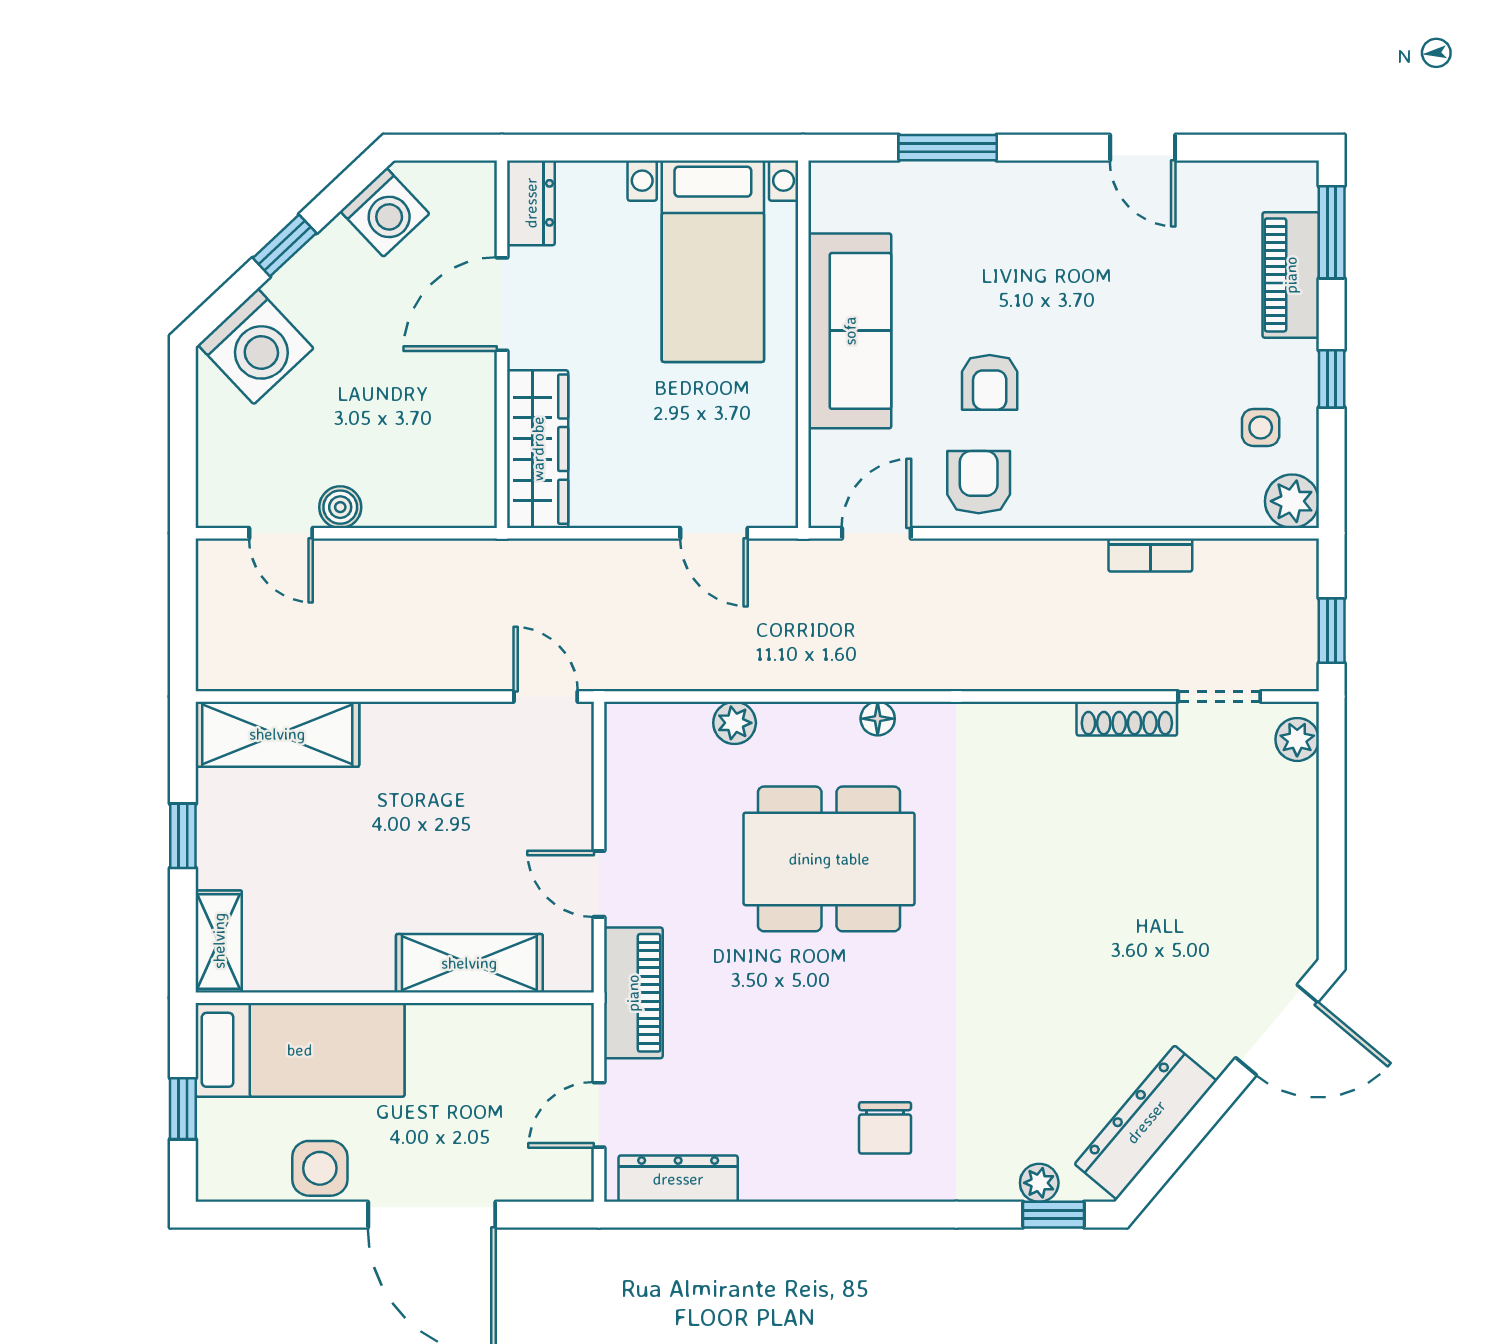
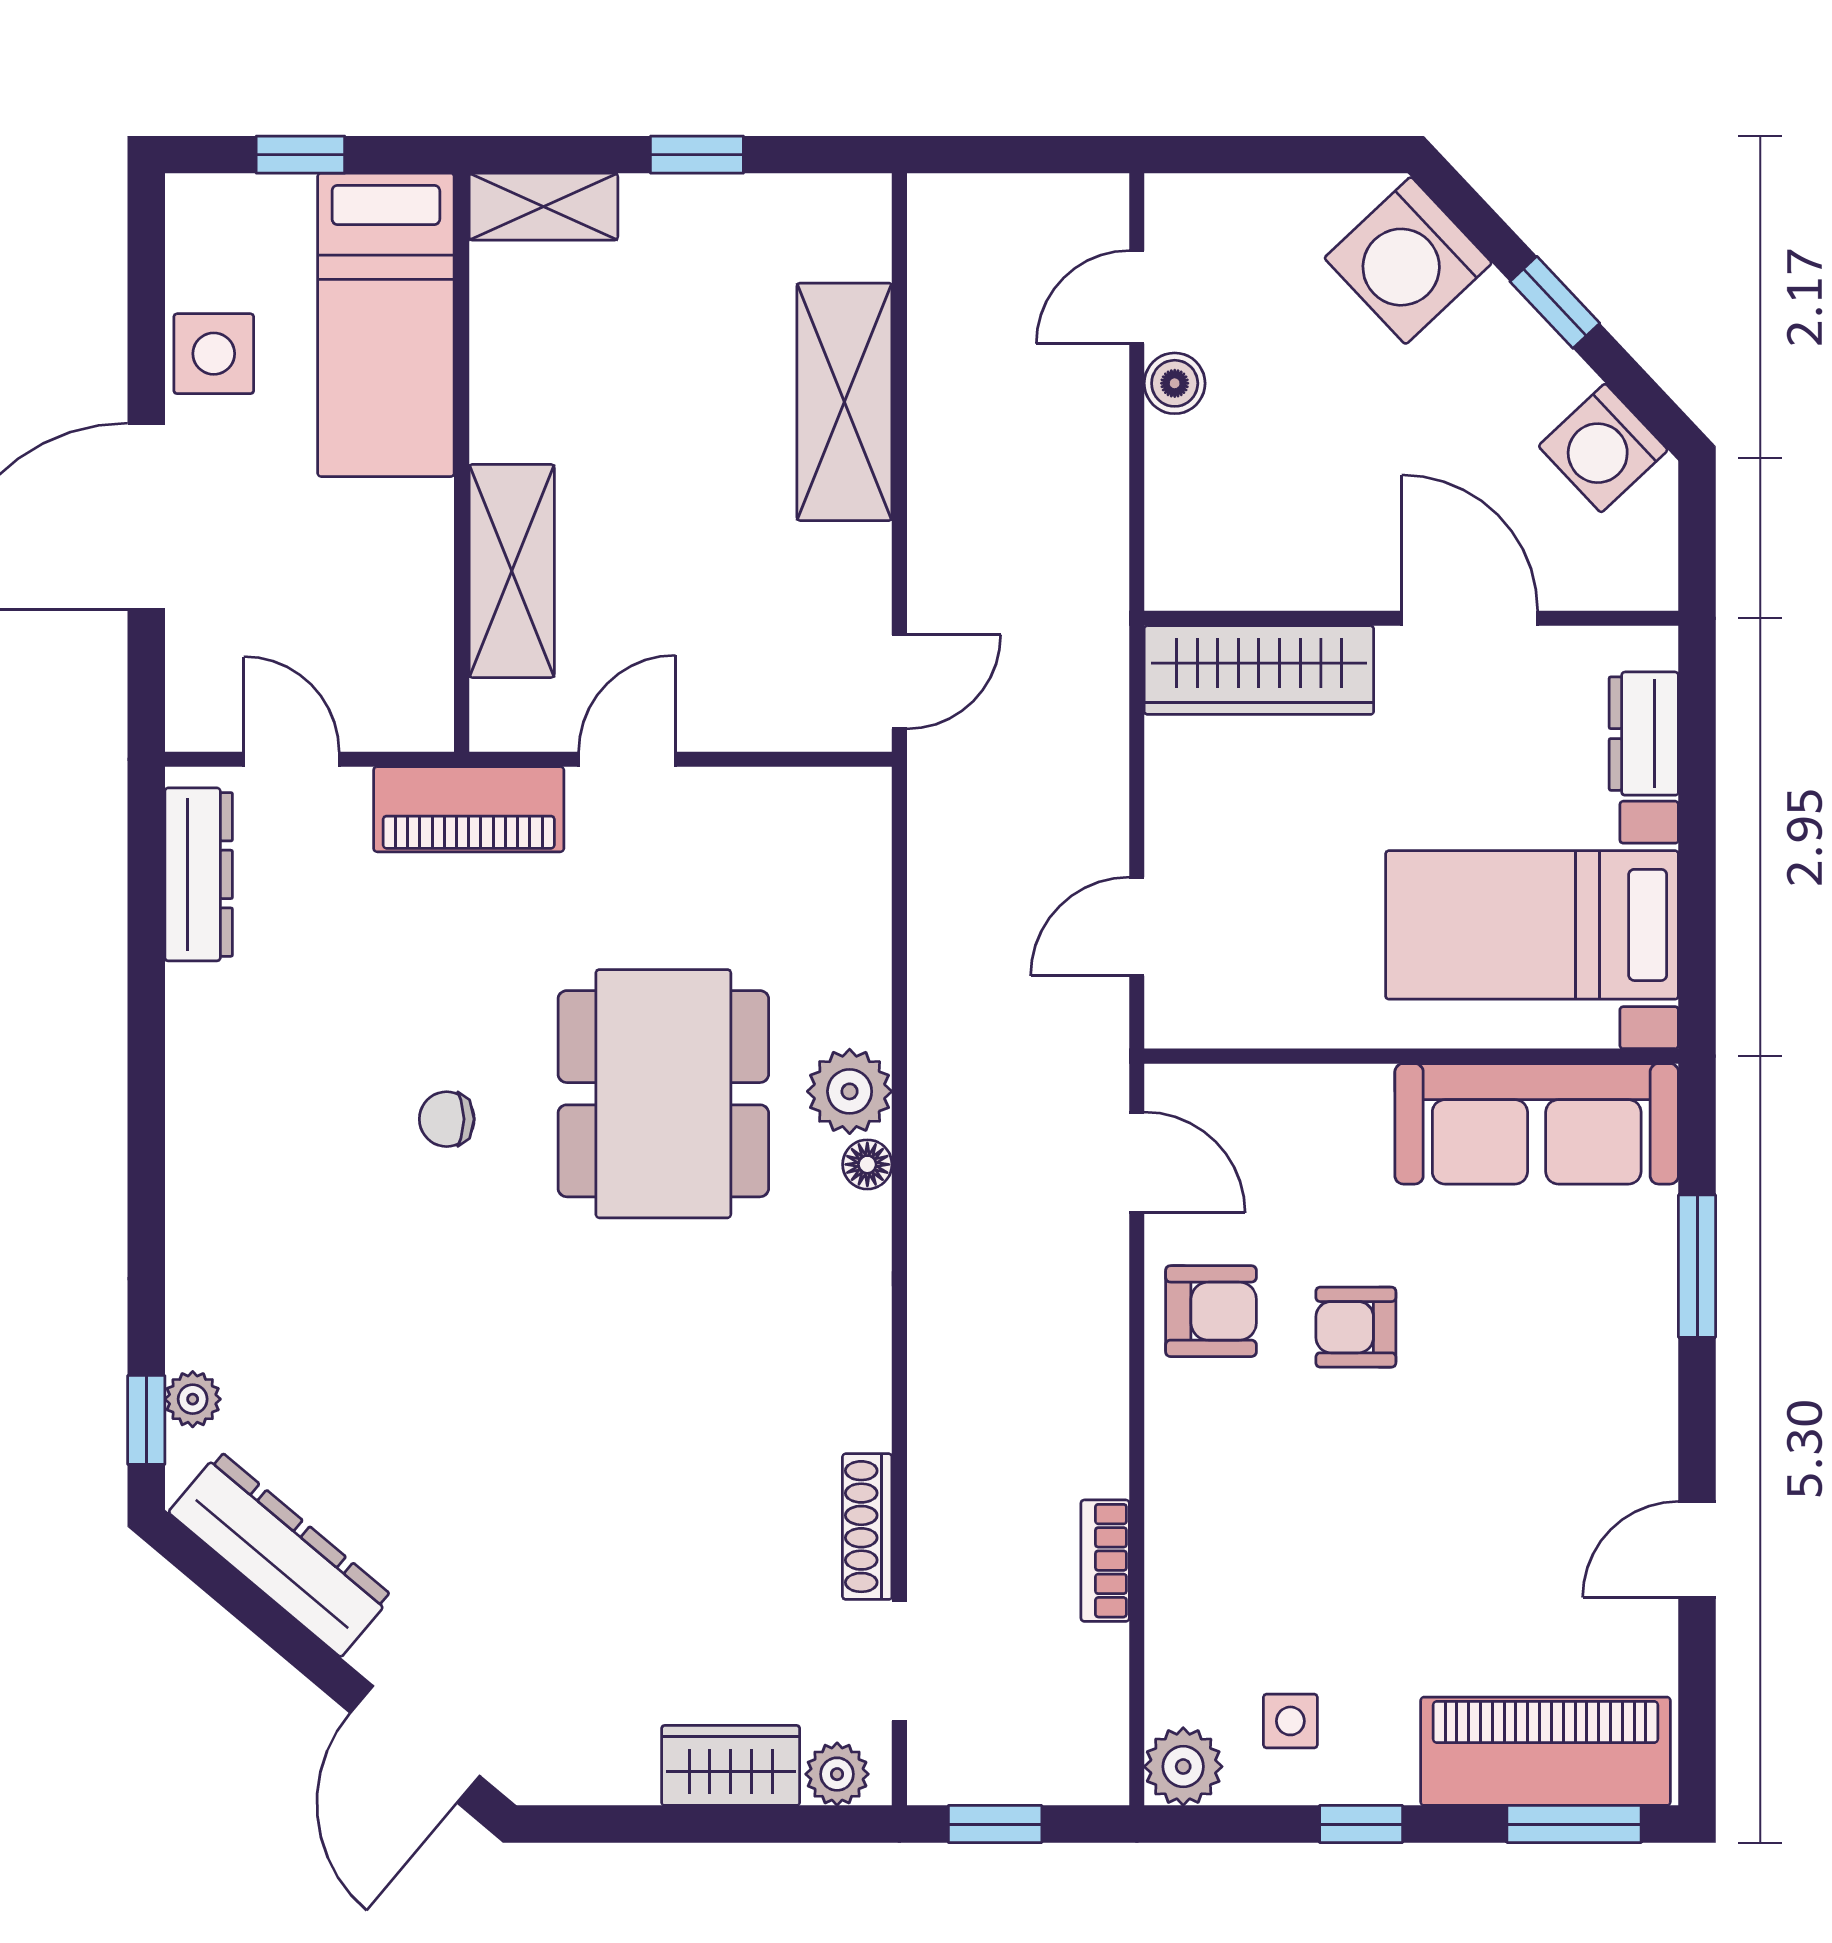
dresser: (531, 203) -> (1644, 734), moved, turned 90
piano: (1291, 275) -> (1545, 1751), width x1.37, depth x1.33
sofa: (850, 331) -> (1537, 1124), moved
plant: (735, 723) -> (850, 1091), moved, width x1.38, depth x1.38
shelving: (277, 734) -> (844, 402), moved
wardrobe: (1291, 813) -> (731, 1765), added
chair: (885, 1128) -> (447, 1119), moved, width x0.73, depth x0.73

